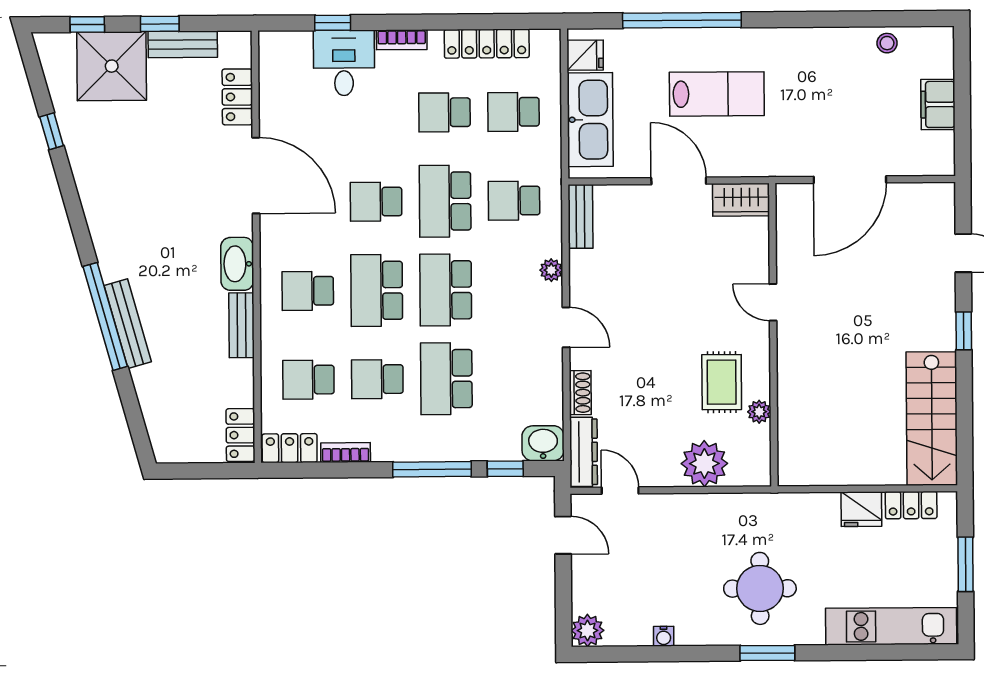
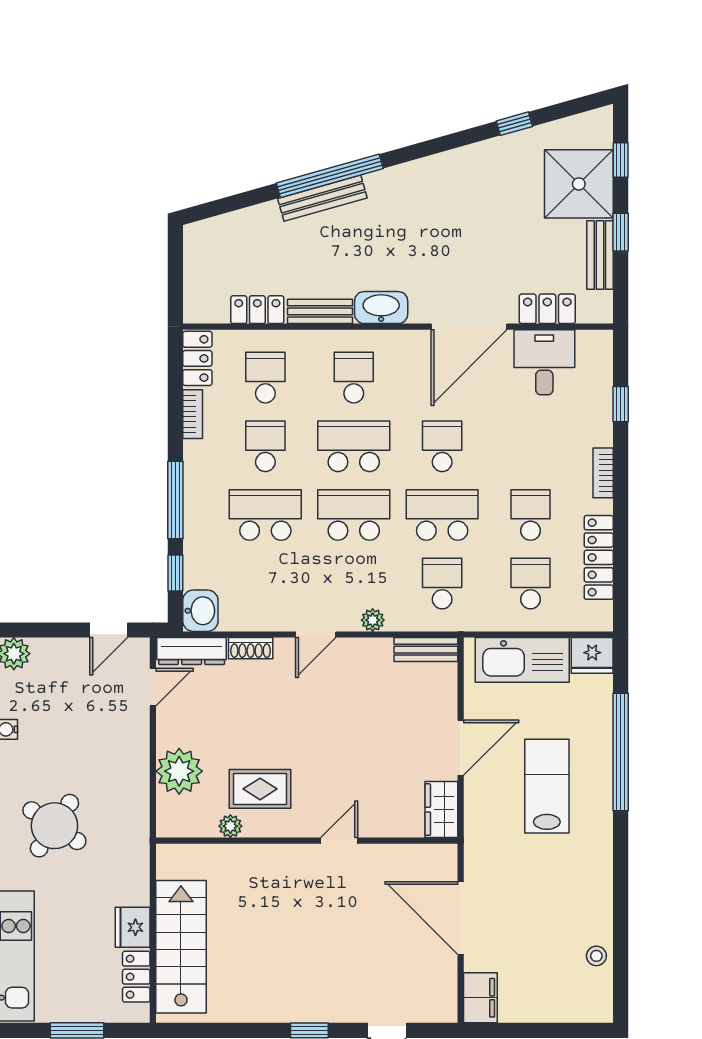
fridge: (585, 55) -> (592, 655), width x1.38
desk: (344, 63) -> (544, 362), moved, turned -90
lab bench: (717, 94) -> (547, 786), turned 180
filing cabinet: (938, 104) -> (480, 998), moved, turned 90
stairs: (932, 419) -> (181, 947), moved, turned 90
locker: (240, 435) -> (257, 310), moved
round table: (760, 588) -> (54, 826), turned 34

